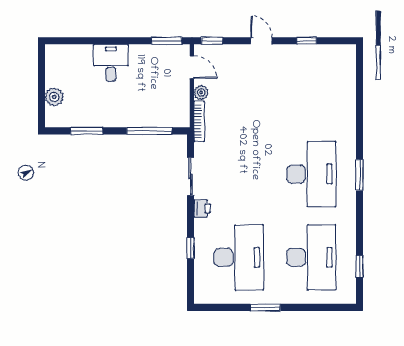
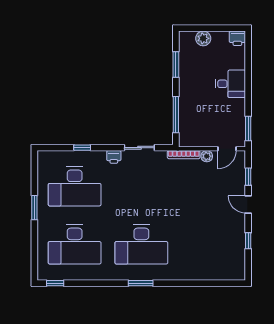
window: (212, 41) -> (248, 177), moved
door: (261, 41) -> (248, 204), swing flipped
printer: (54, 54) -> (237, 38), added
window: (359, 266) -> (55, 283), moved

